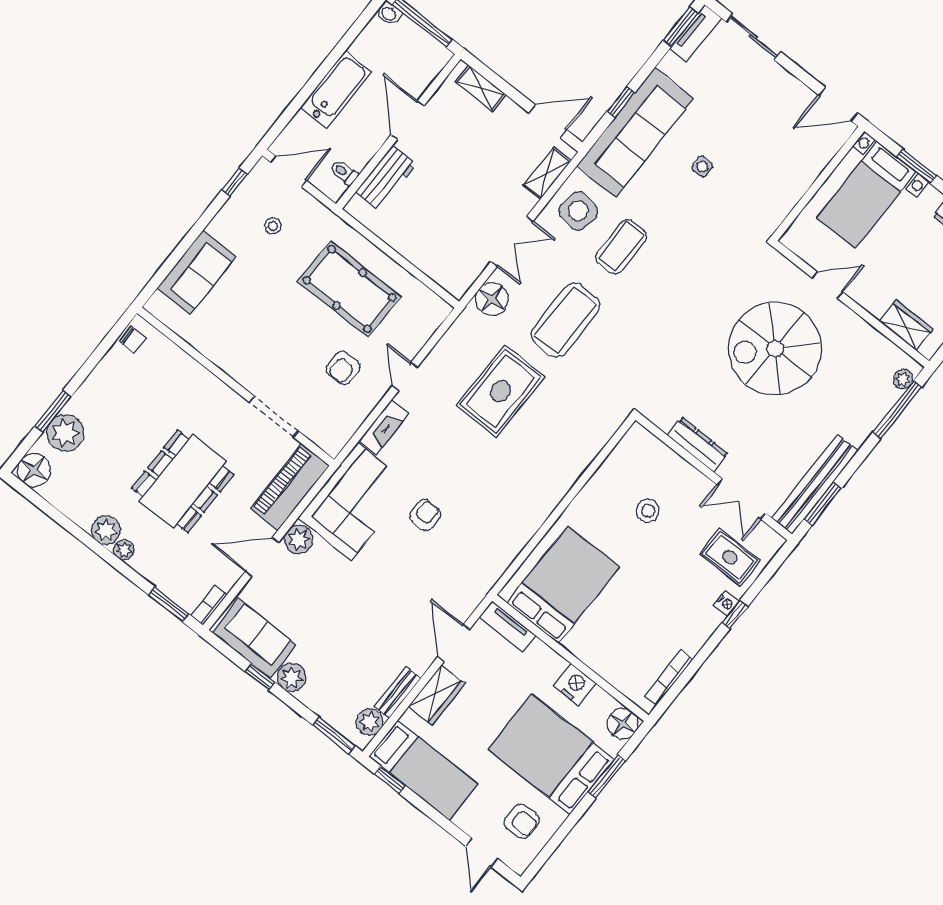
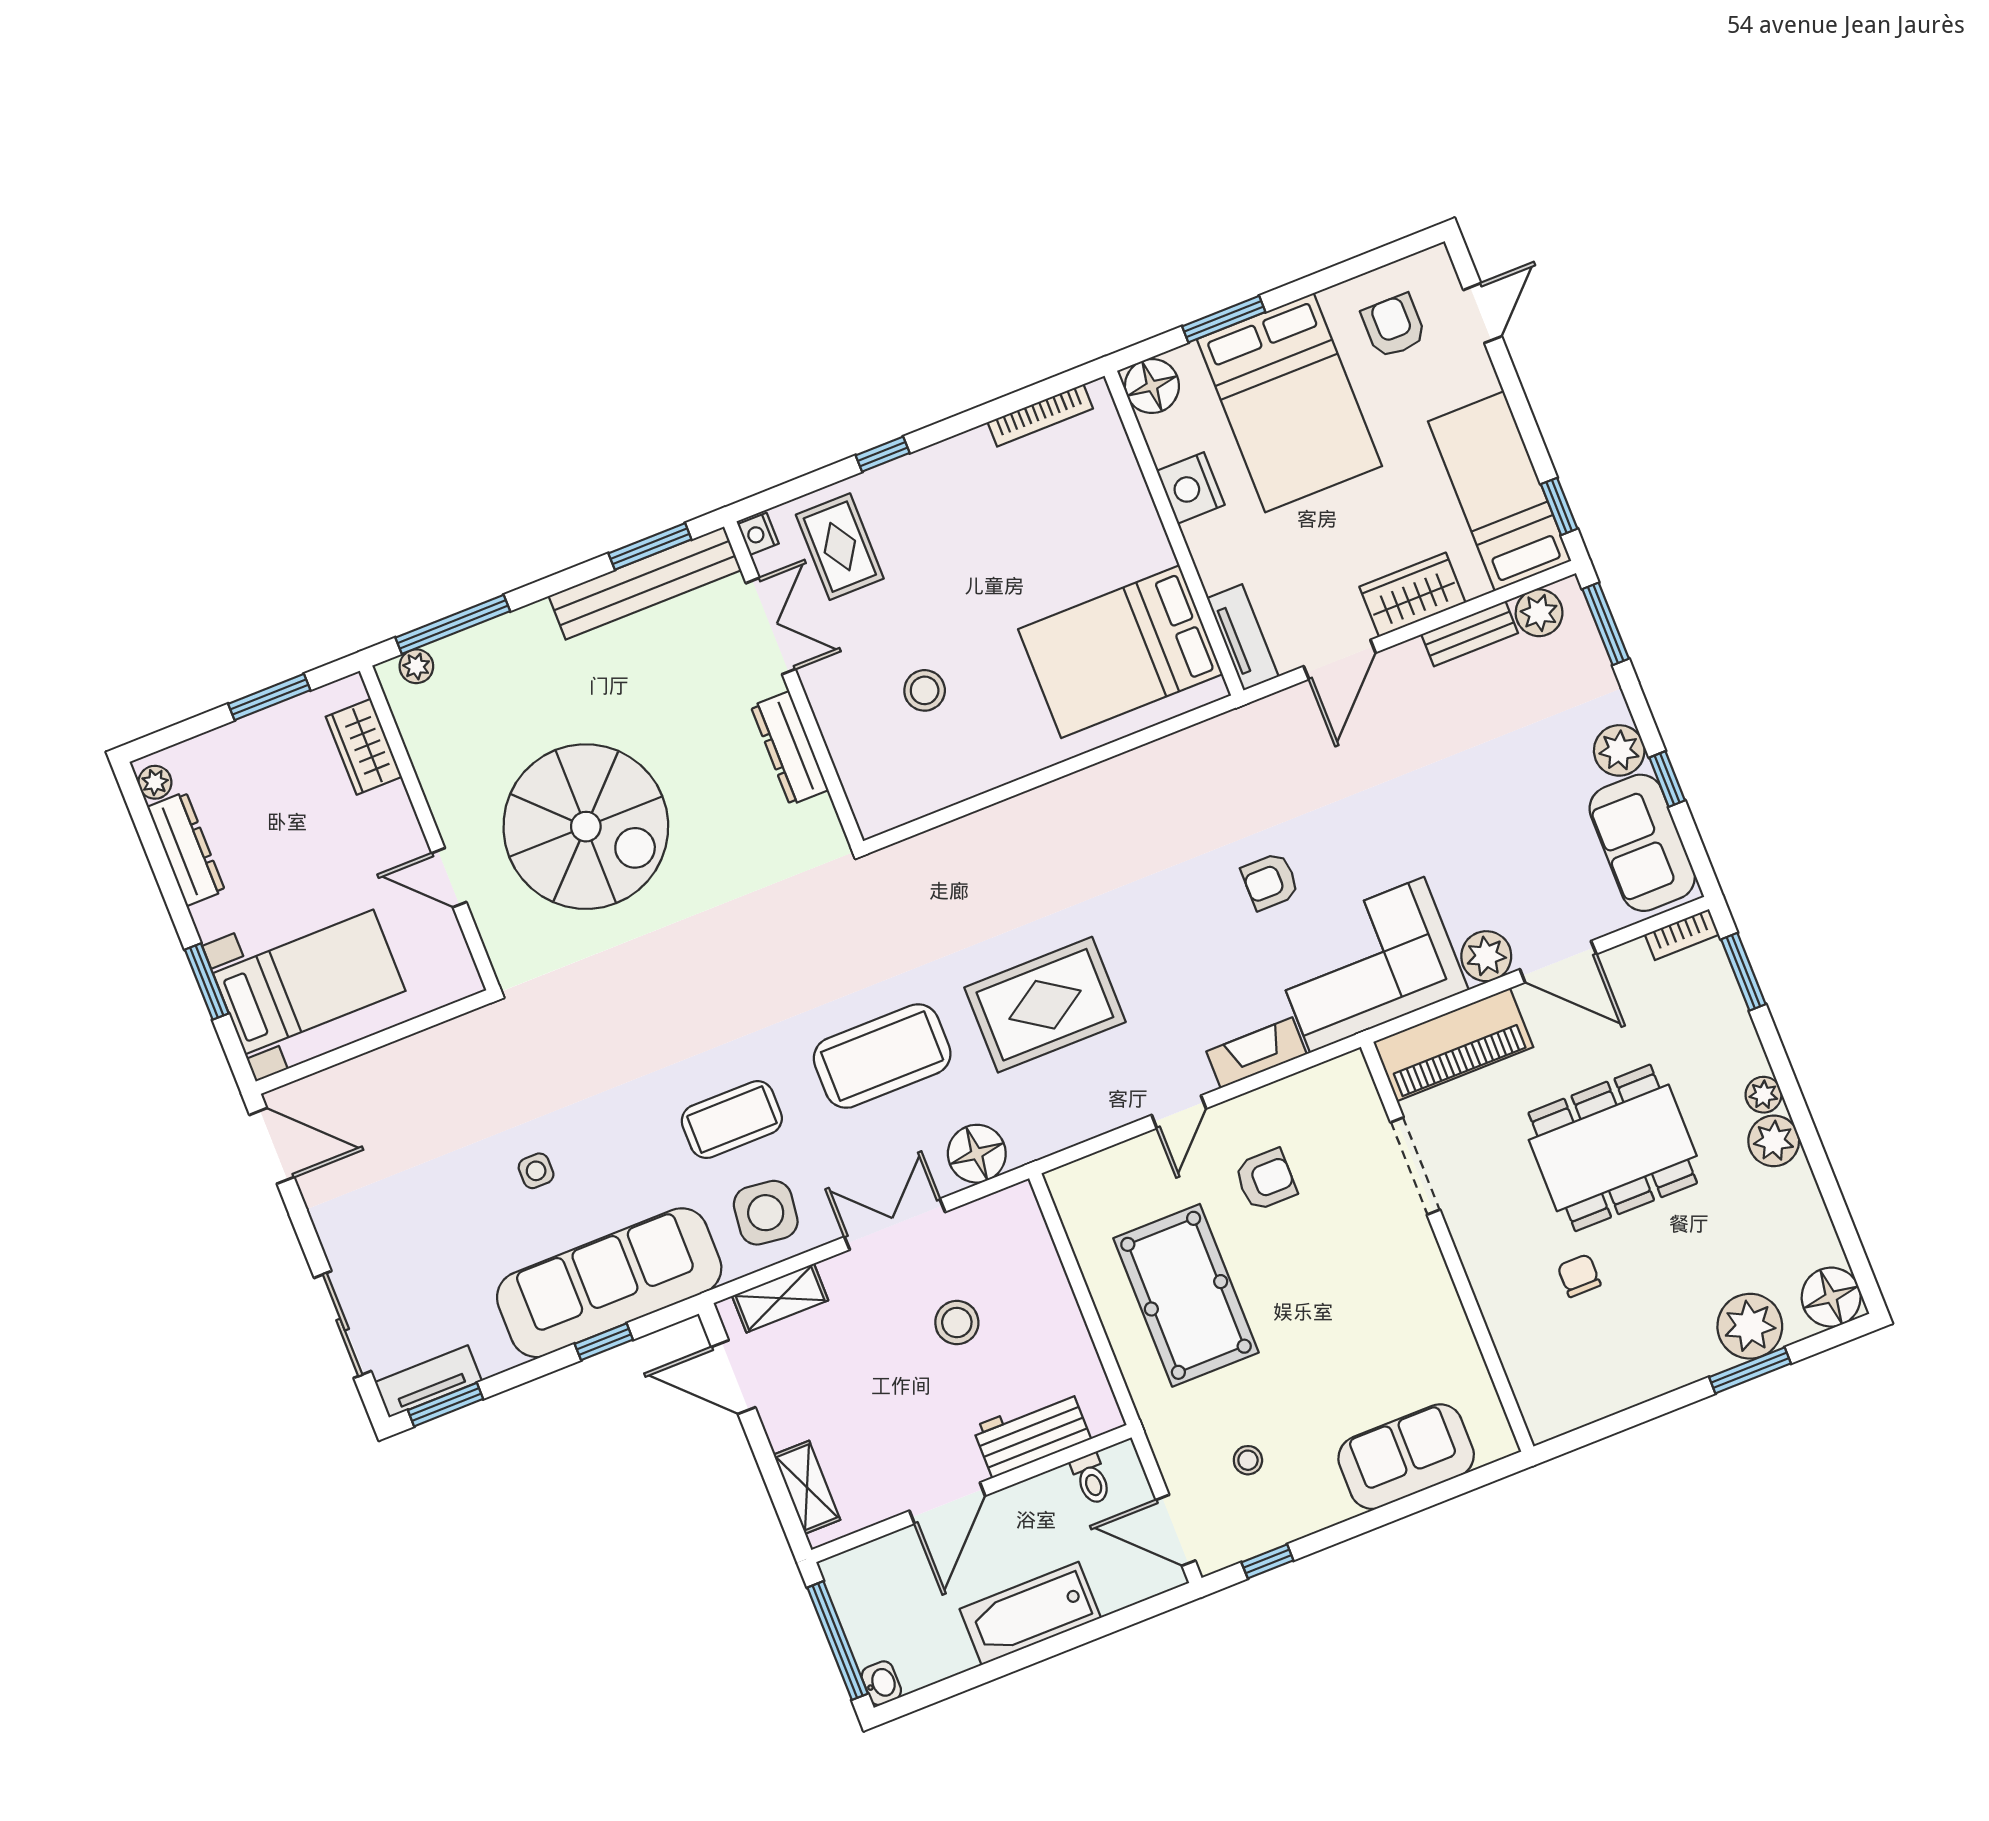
stool: (454, 211) -> (957, 1323), added
chair: (132, 340) -> (1579, 1276), moved
nightstand: (726, 603) -> (758, 534), moved, turned -90

